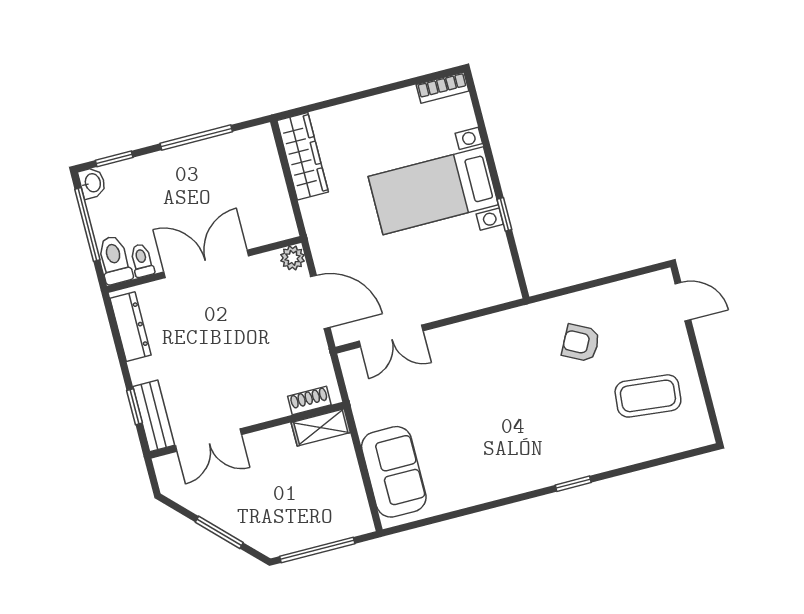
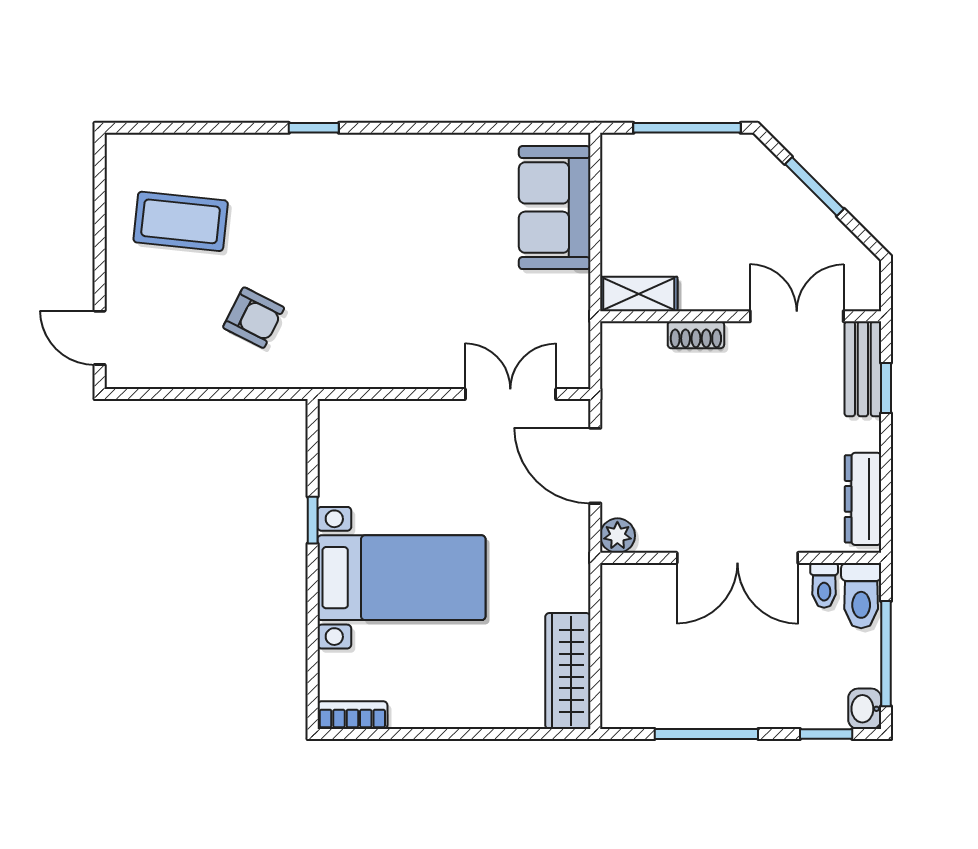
shoe rack: (309, 400) -> (696, 335), moved

